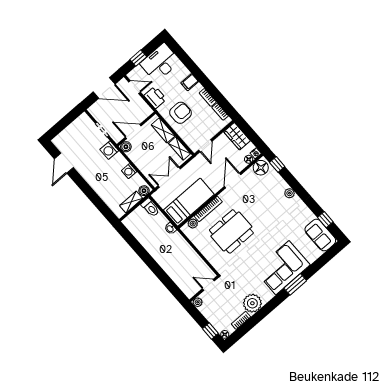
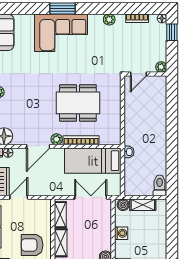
door: (205, 146) -> (19, 197), moved
double door: (169, 177) -> (91, 197), swing flipped
toilet: (150, 208) -> (160, 185), moved
plant: (193, 224) -> (57, 139), moved
door: (208, 285) -> (138, 74), hinge flipped
plant: (252, 303) -> (109, 20), width x0.53, depth x0.53

